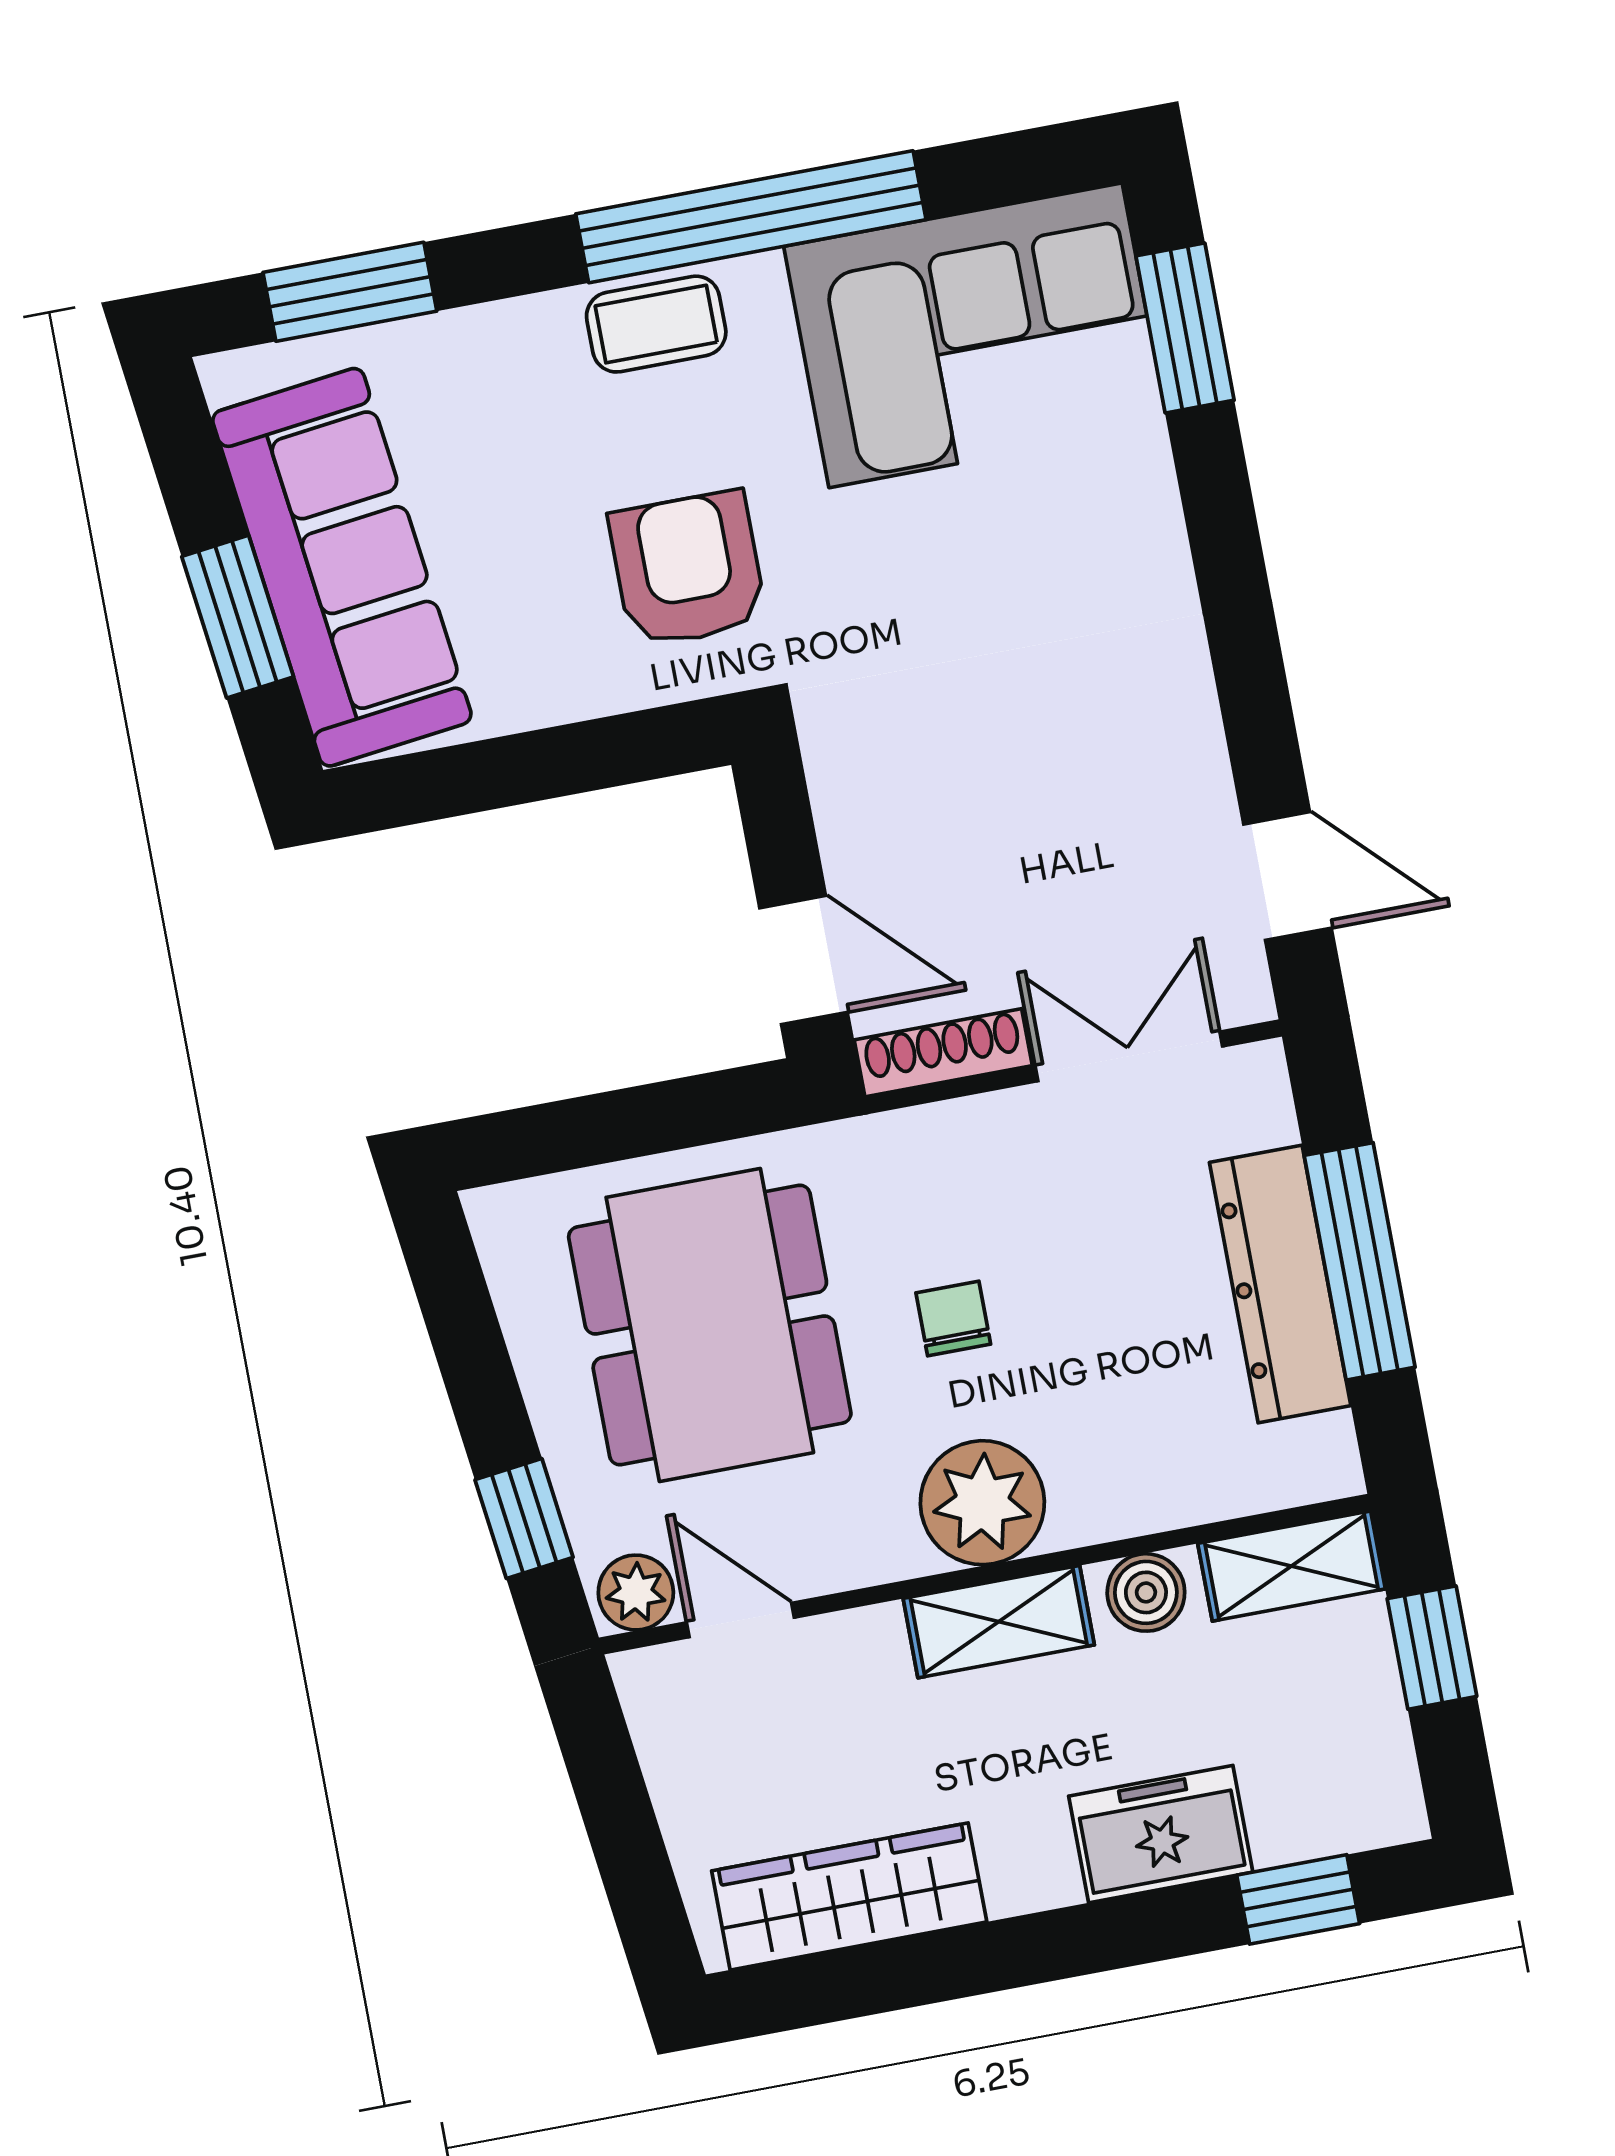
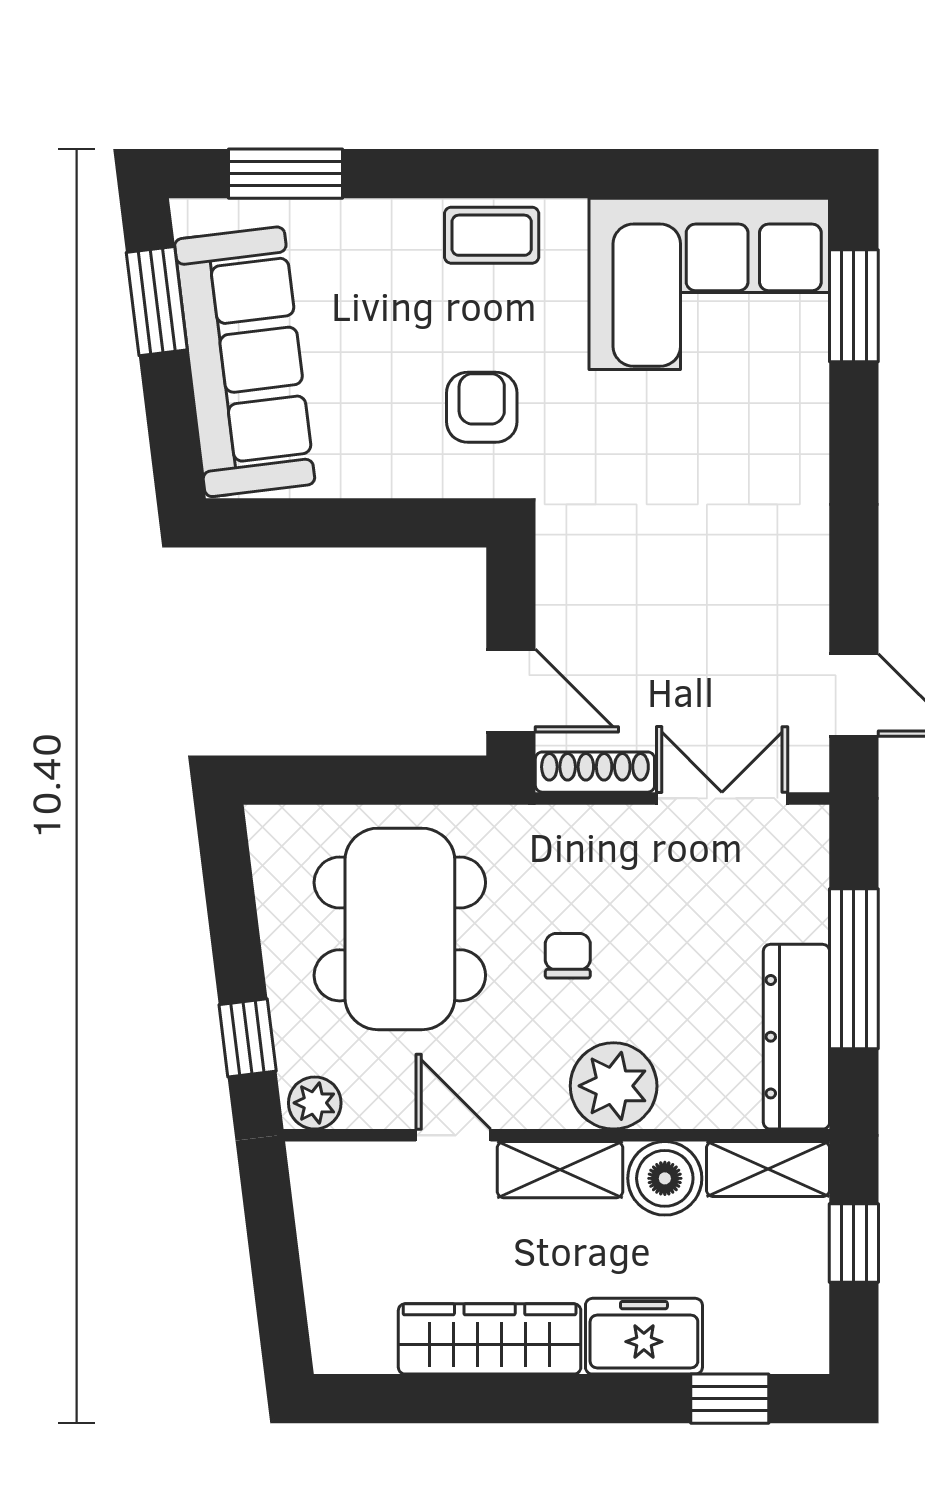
window: (751, 217) -> (570, 174), removed
armchair: (688, 569) -> (482, 407), width x0.72, depth x0.72
window: (238, 617) -> (157, 301), moved
dresser: (1280, 1284) -> (796, 1037), moved
plant: (982, 1503) -> (614, 1086), moved
boiler: (1146, 1592) -> (665, 1178), width x1.36, depth x1.36
door: (740, 1620) -> (453, 1135), moved
wardrobe: (849, 1896) -> (490, 1339), moved

